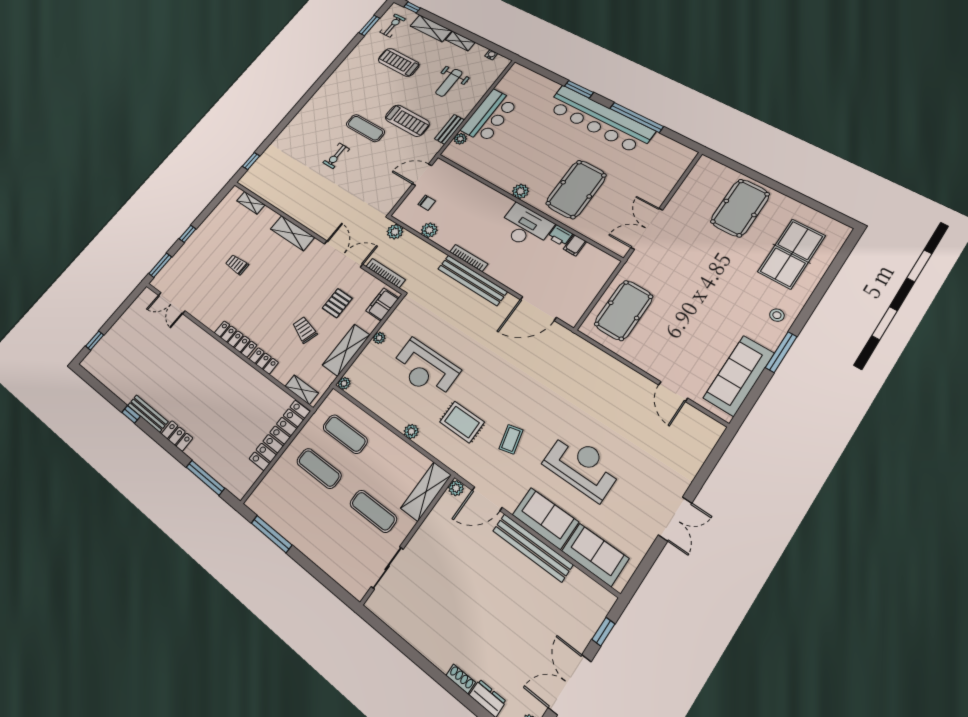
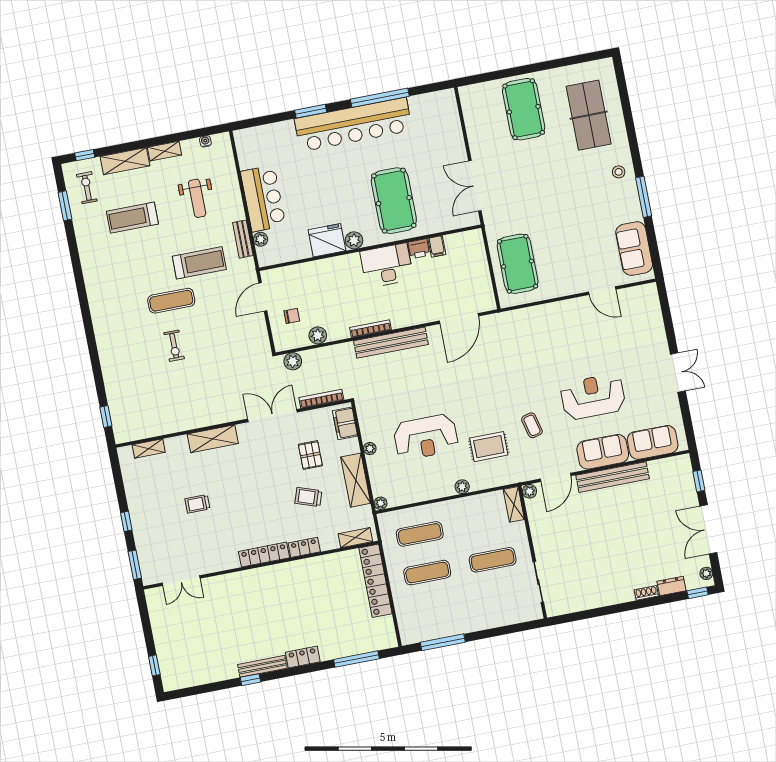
fridge: (502, 176) -> (327, 240), added
sofa: (739, 376) -> (634, 249), width x0.73
shelving: (426, 492) -> (514, 504), width x0.67, depth x0.75

